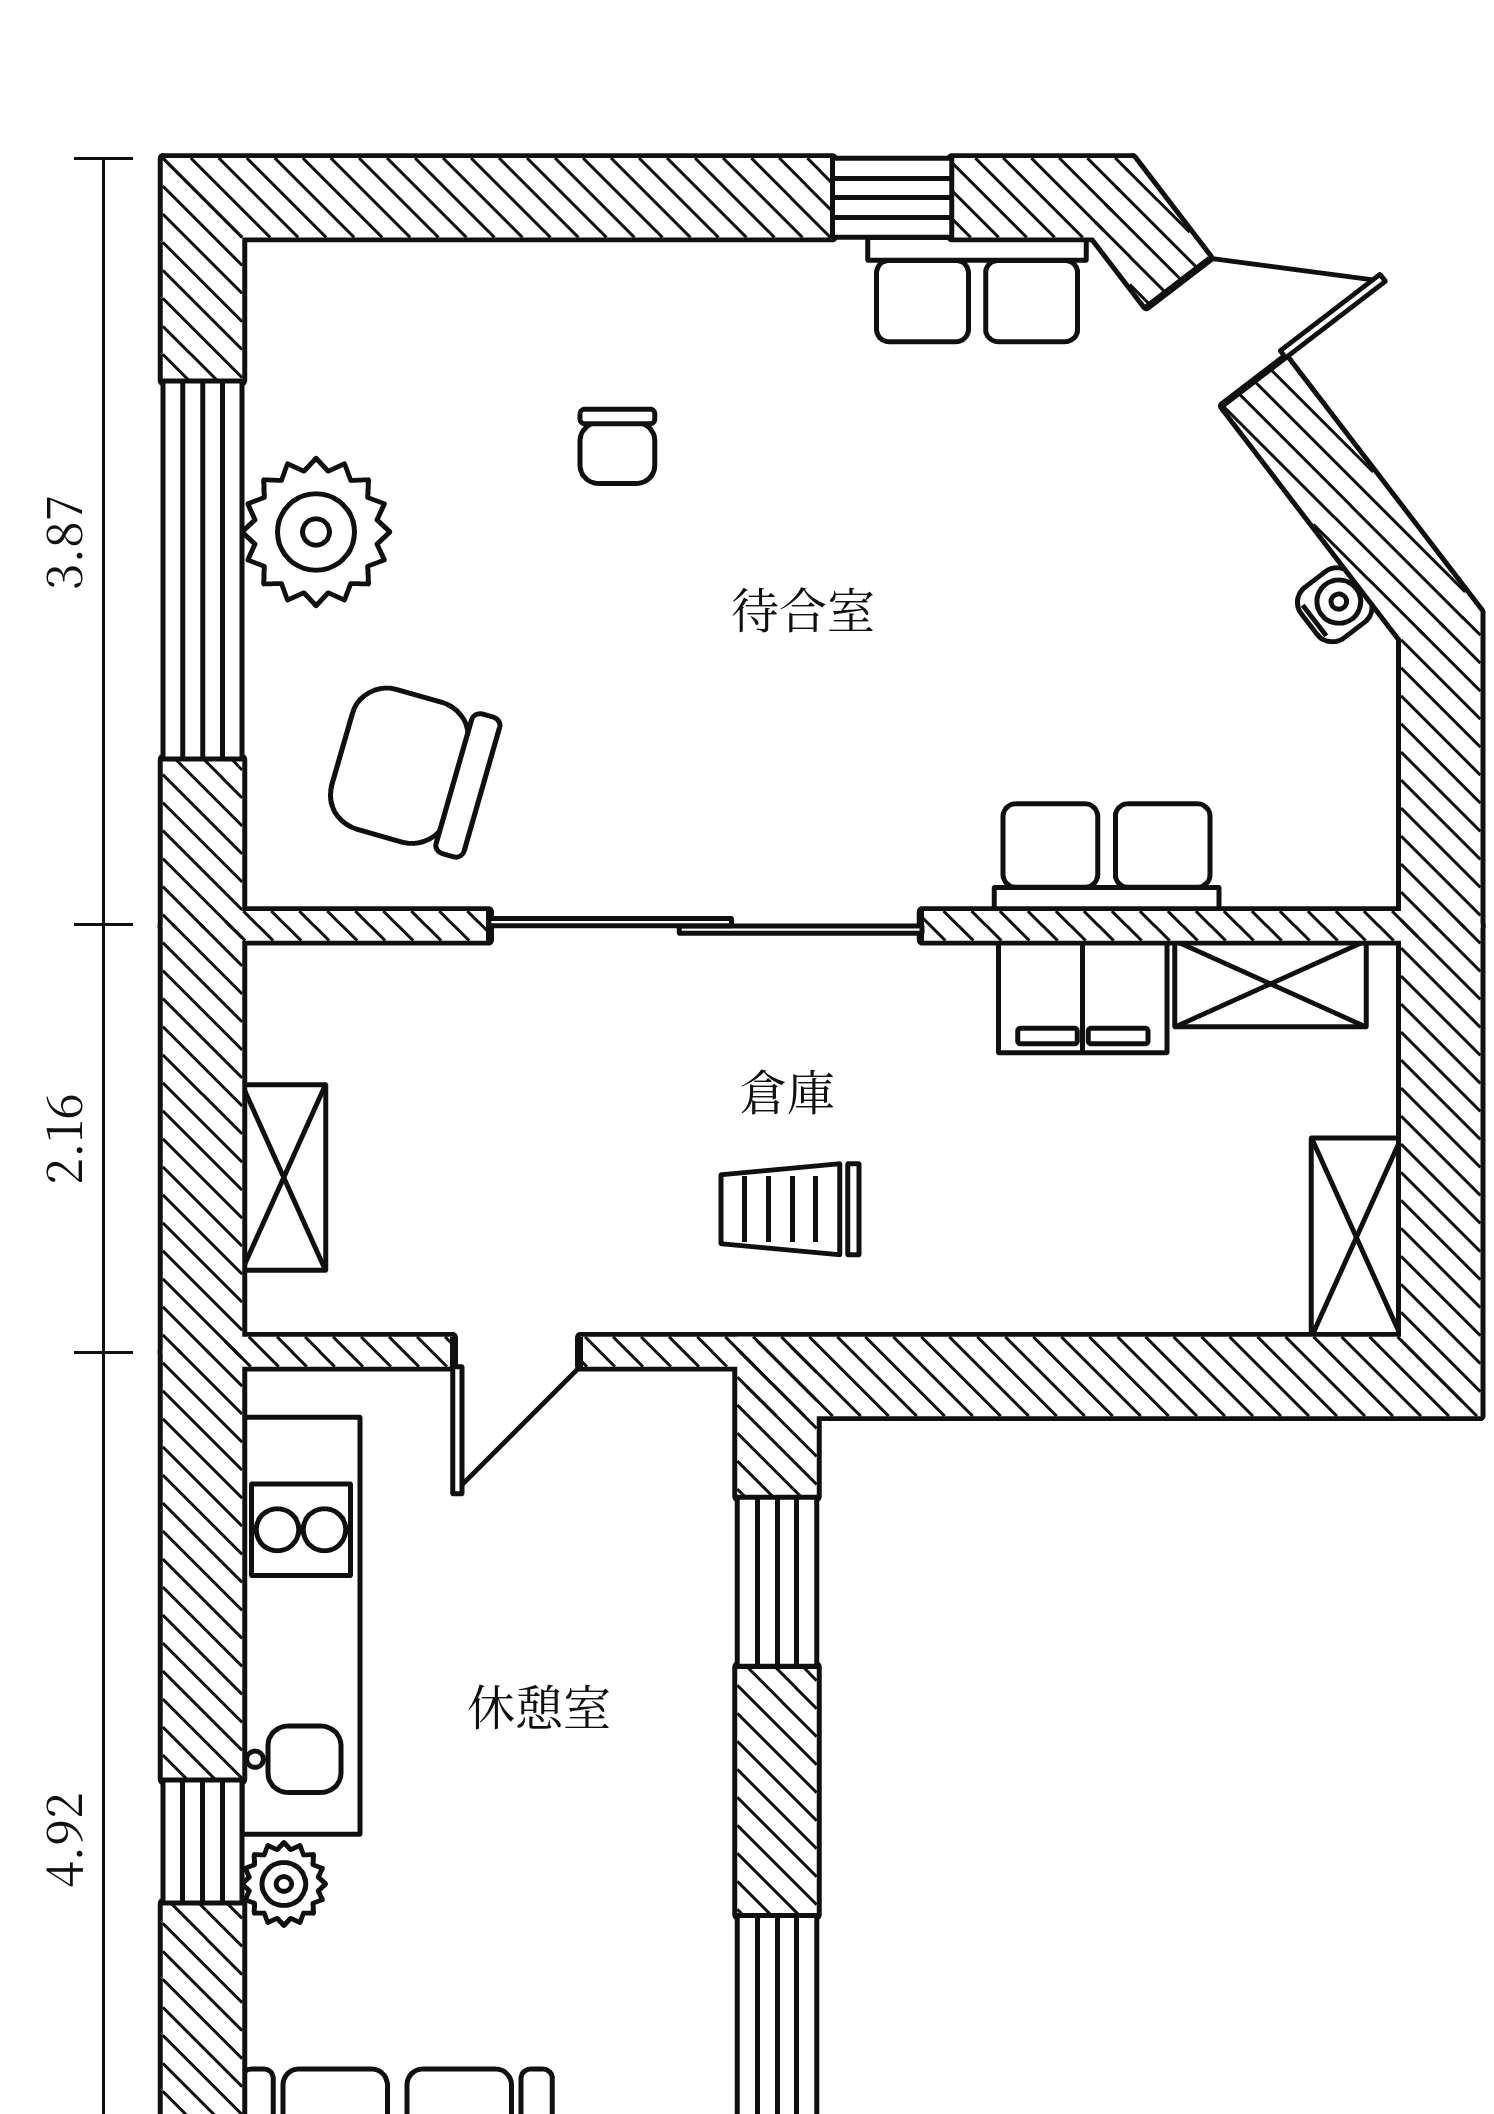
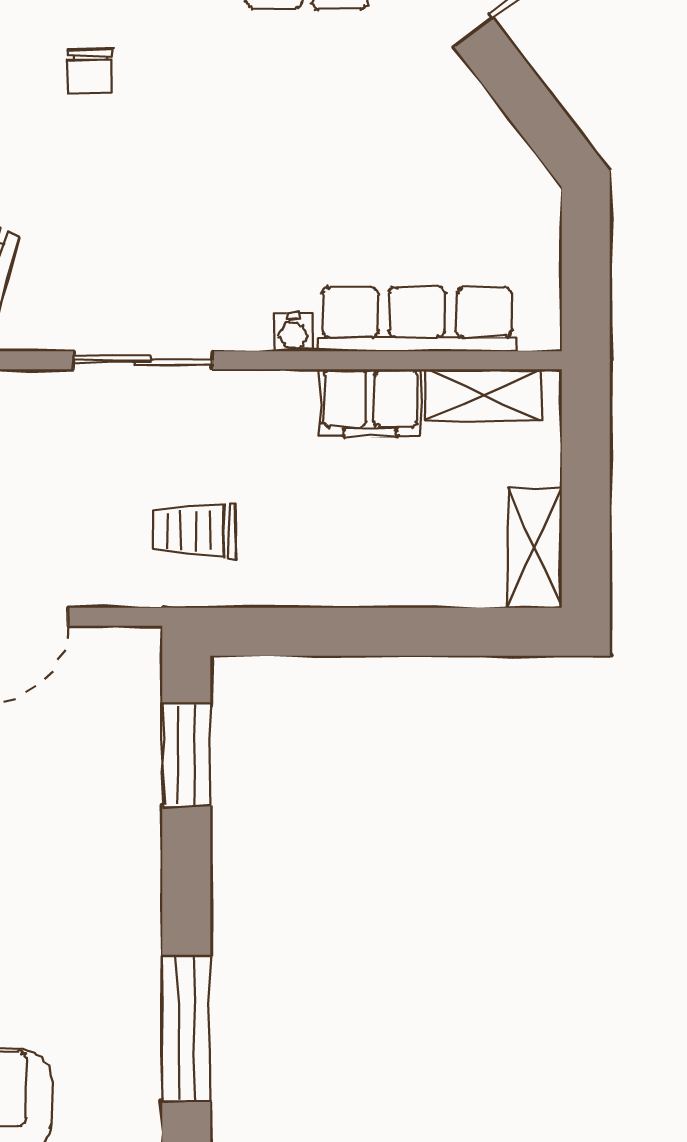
water cooler: (1335, 605) -> (293, 332), moved, turned 127
row of seats: (1107, 857) -> (417, 319), width x1.48
sliding door: (705, 926) -> (143, 360), width x0.54

